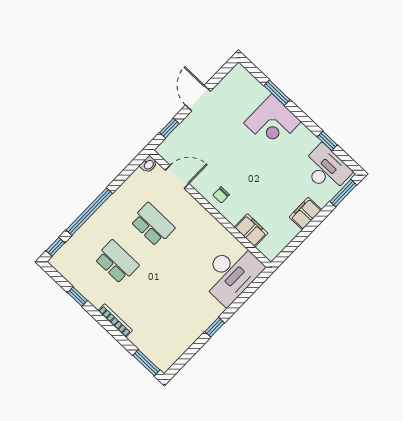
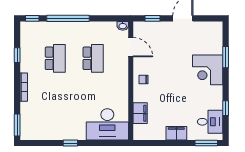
desk: (326, 169) -> (210, 122), width x0.73

